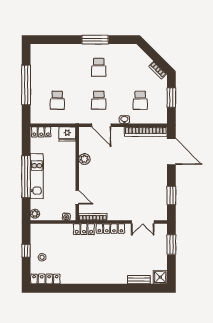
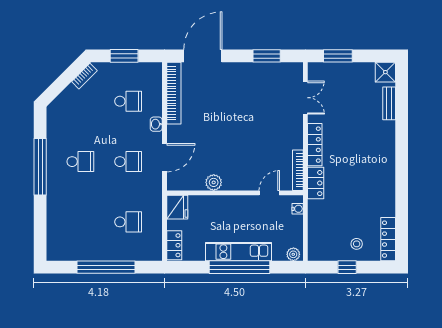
window: (95, 40) -> (40, 167), width x1.46

